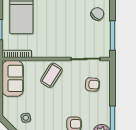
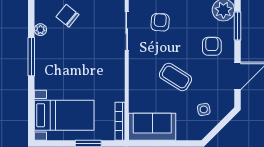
coffee table: (51, 75) -> (176, 77), moved

